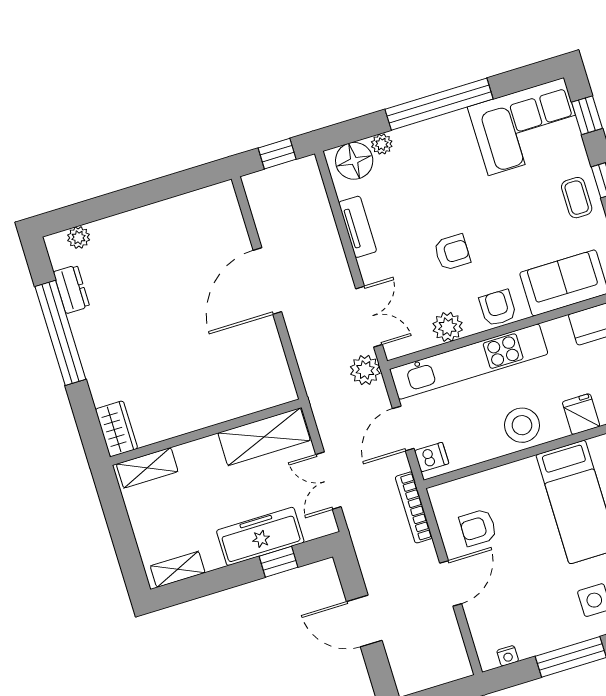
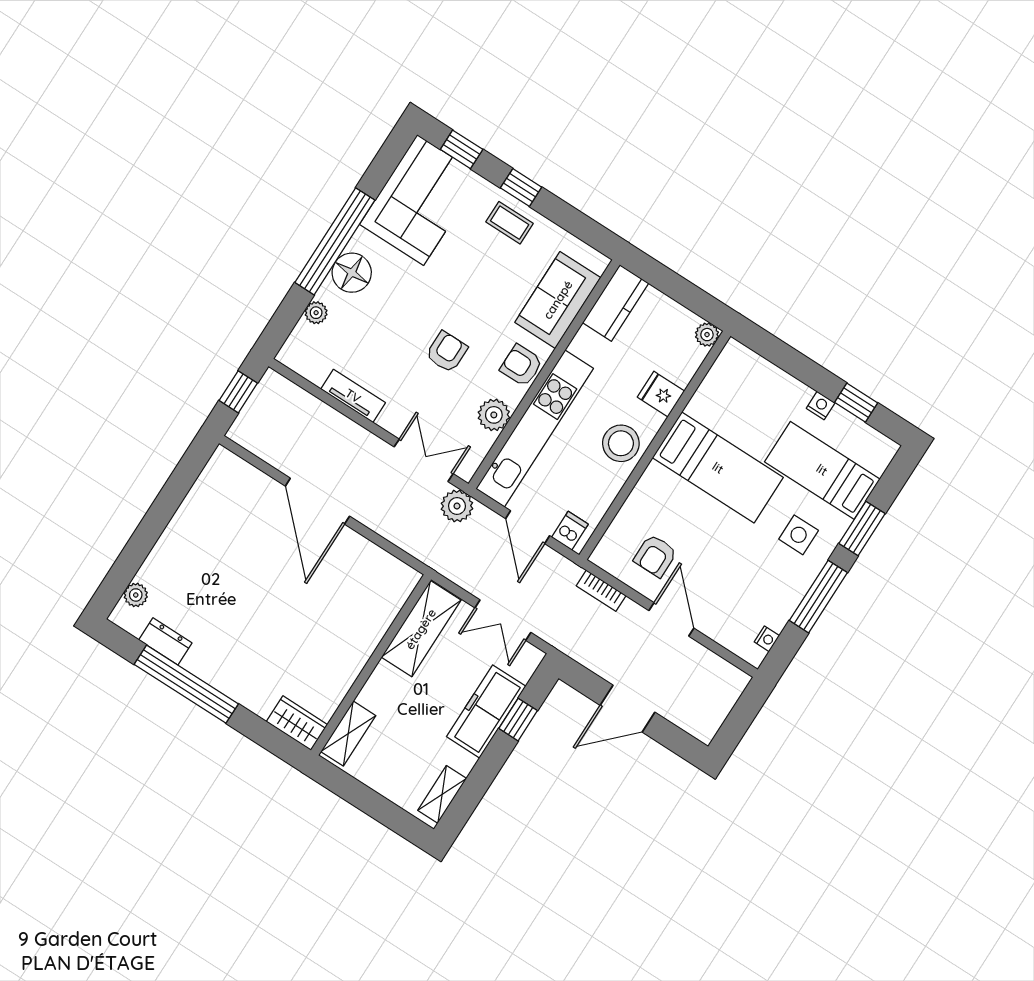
floor lamp: (354, 161) -> (352, 273), moved
bookcase: (414, 507) -> (601, 591), width x0.64

